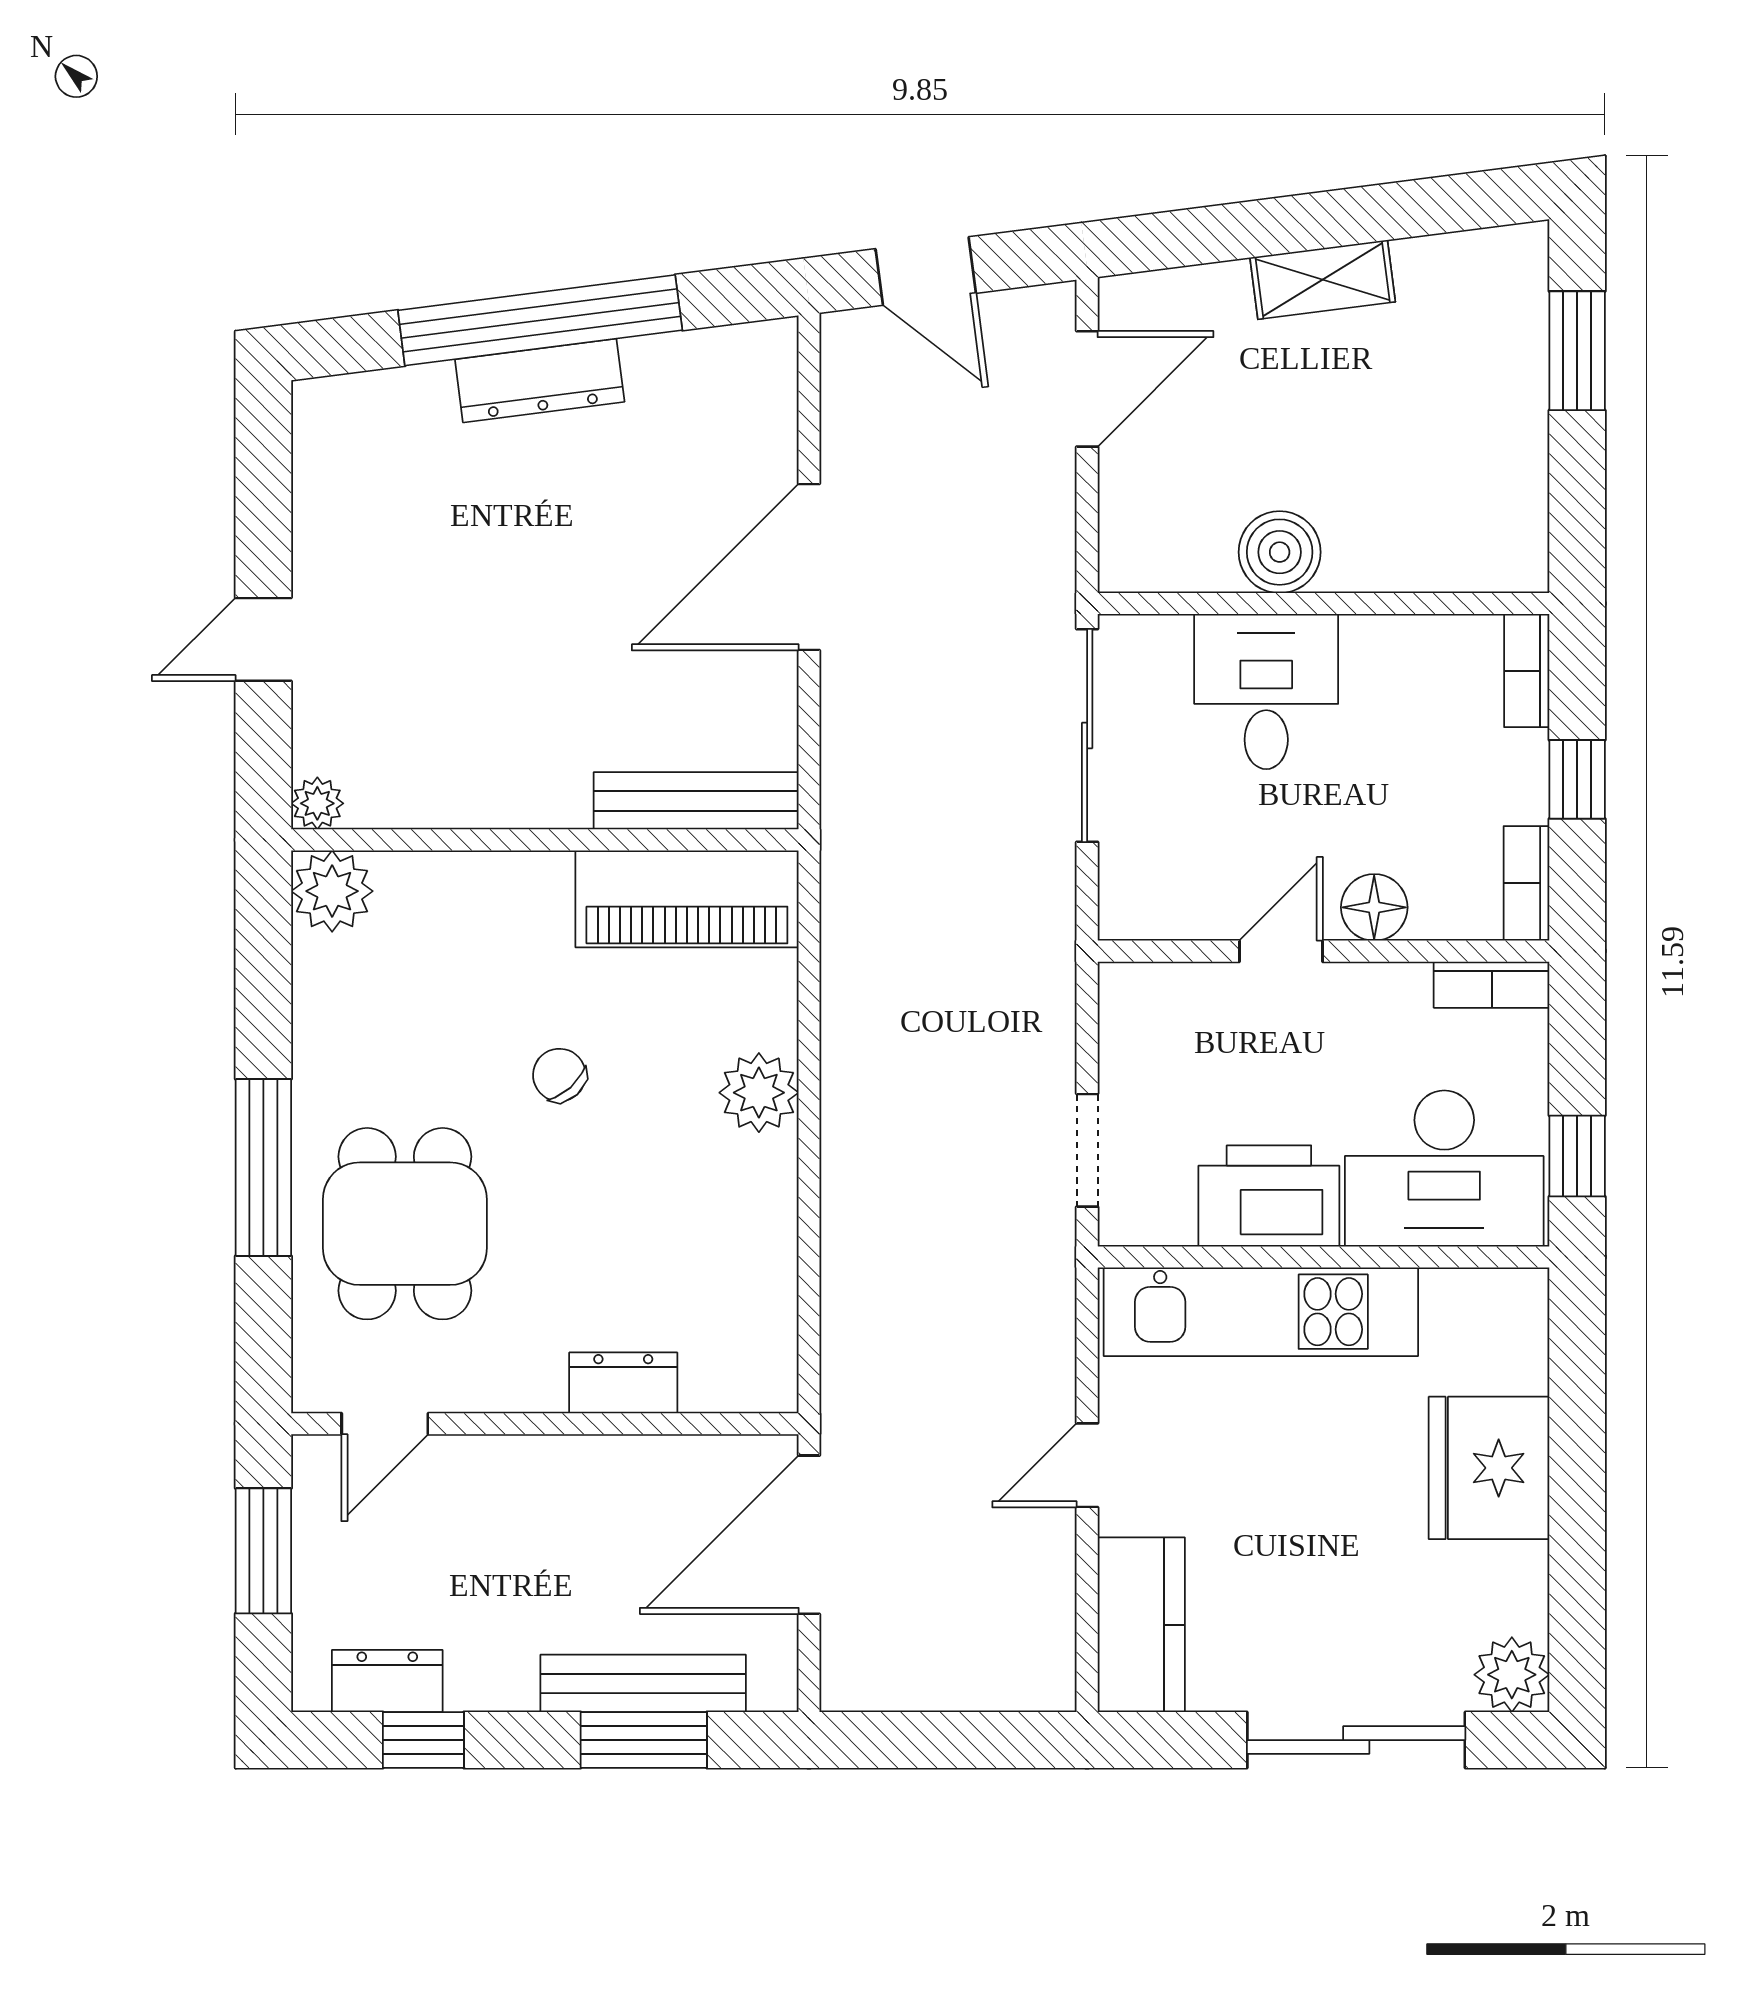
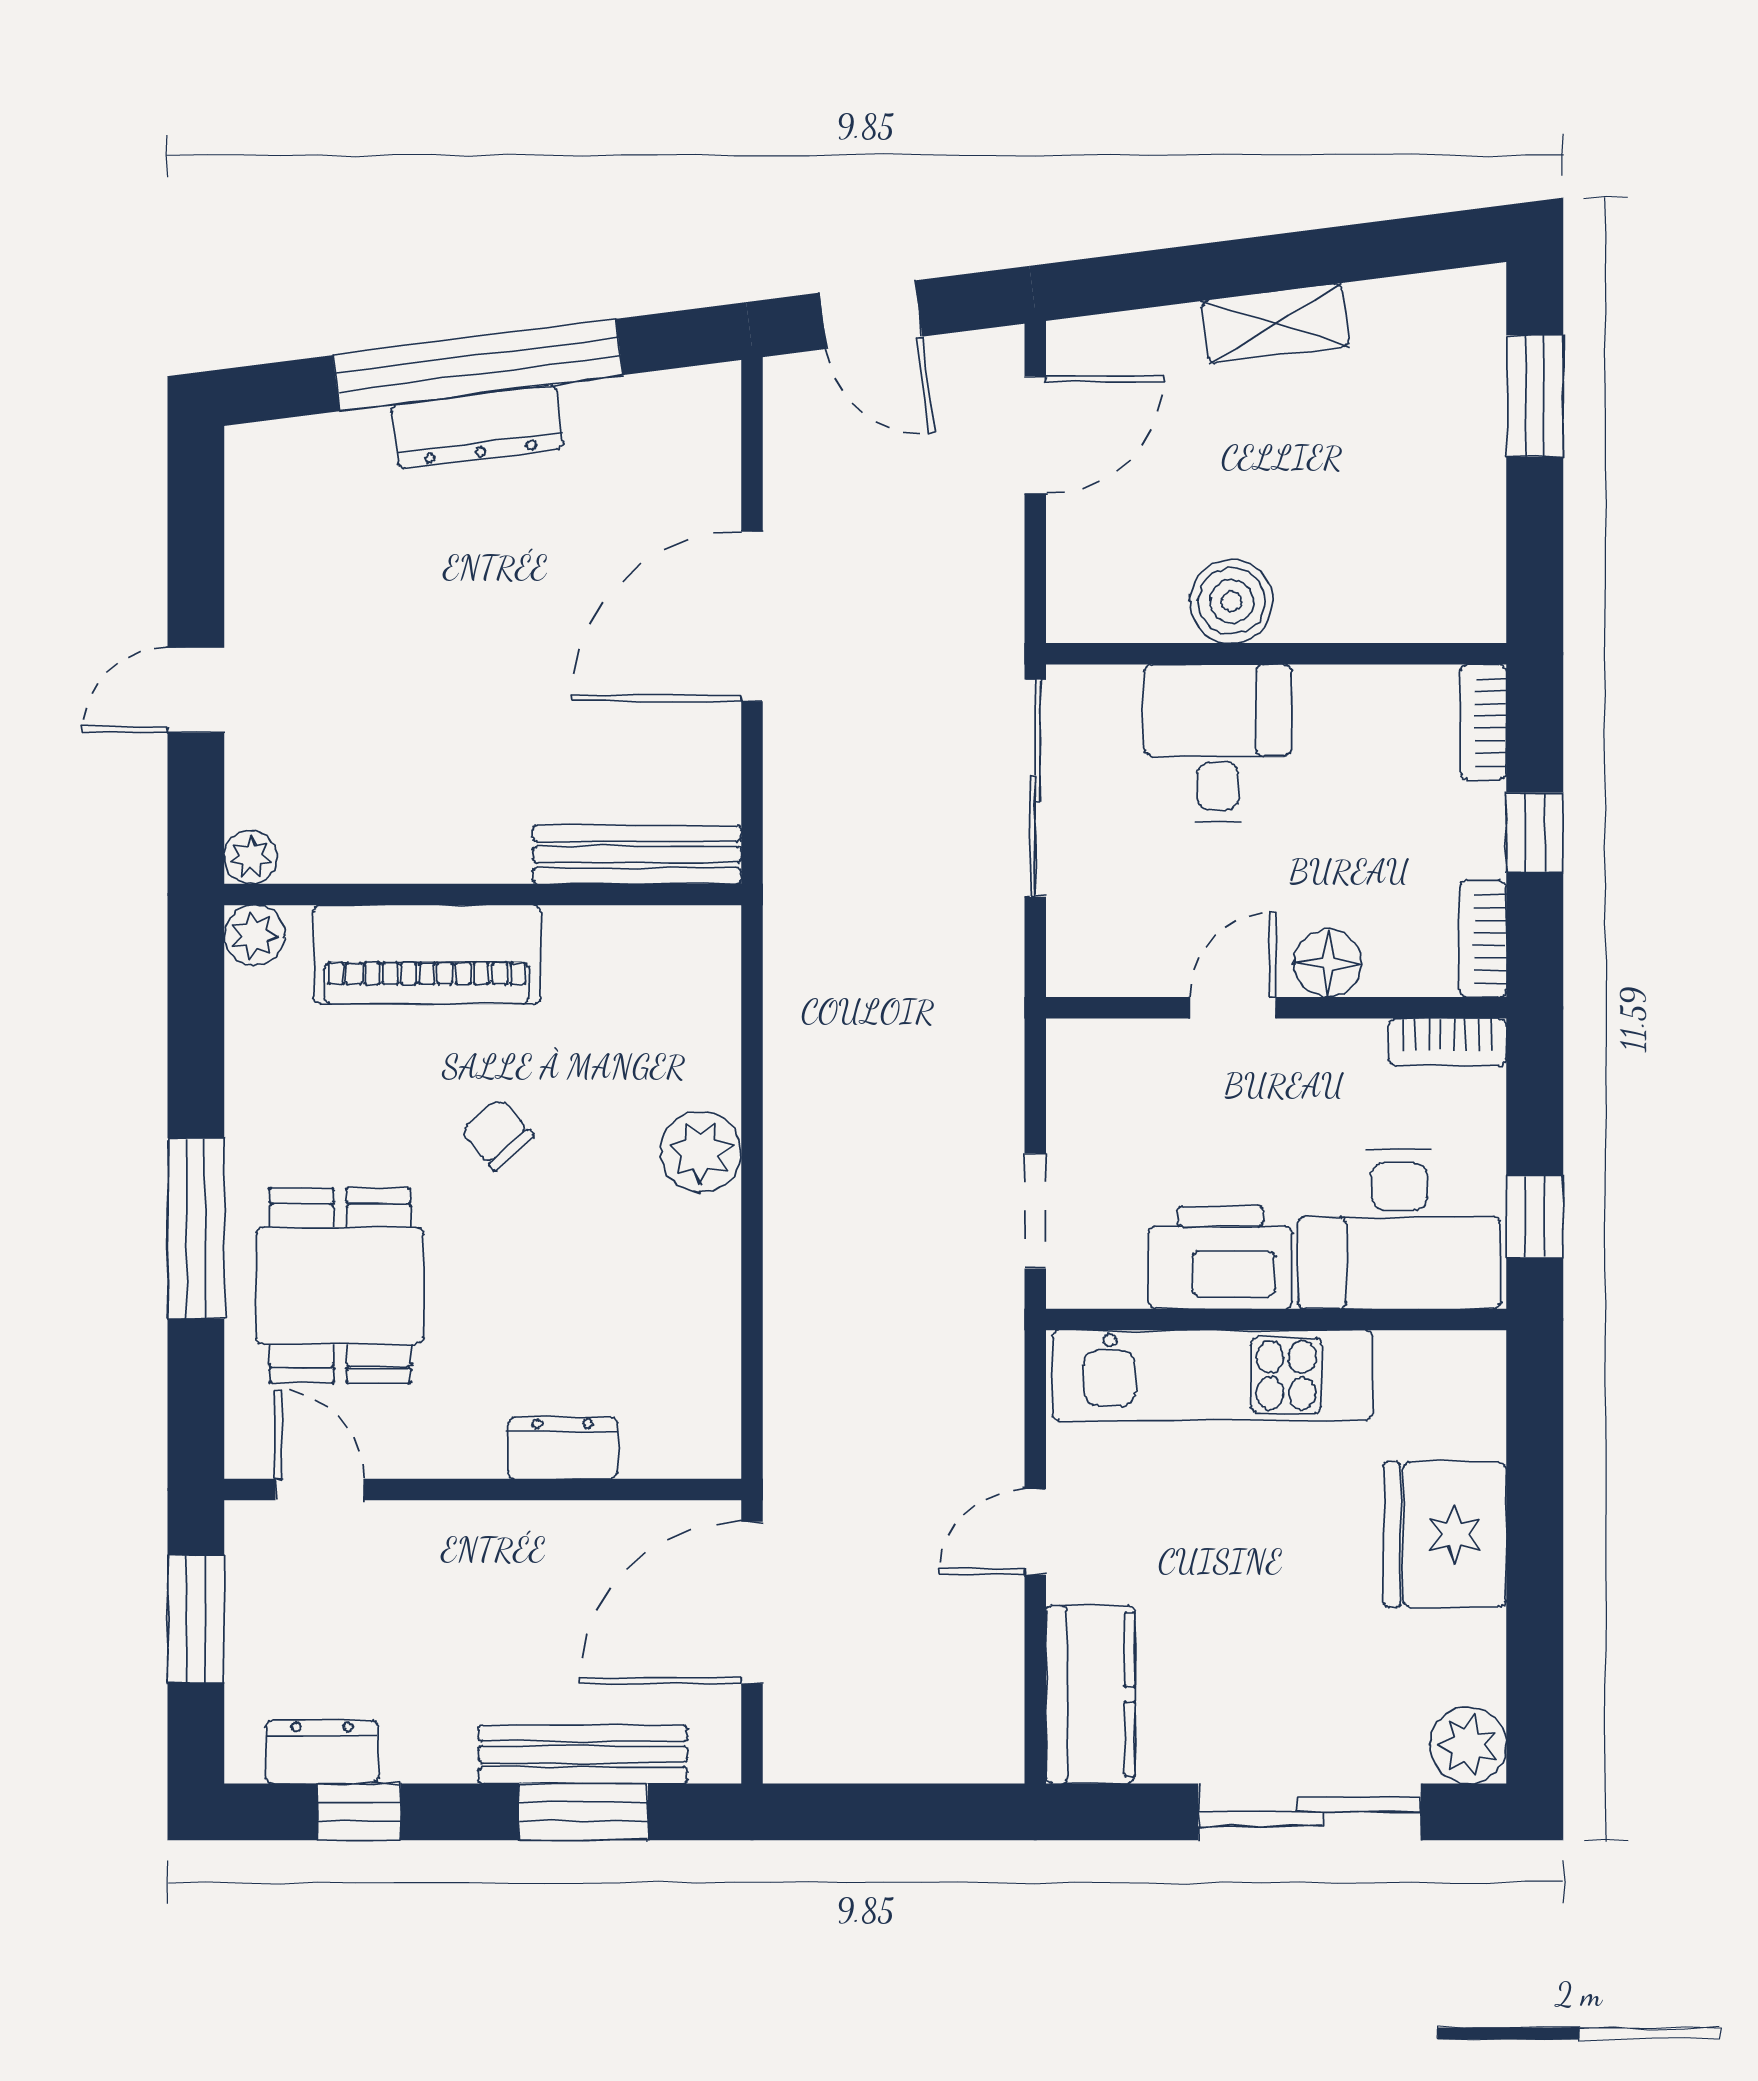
plant: (332, 891) -> (254, 935), width x0.73, depth x0.73
piano: (687, 899) -> (427, 955), moved
door: (385, 1424) -> (320, 1490), swing flipped

